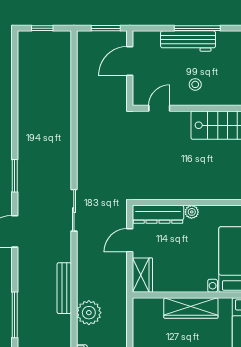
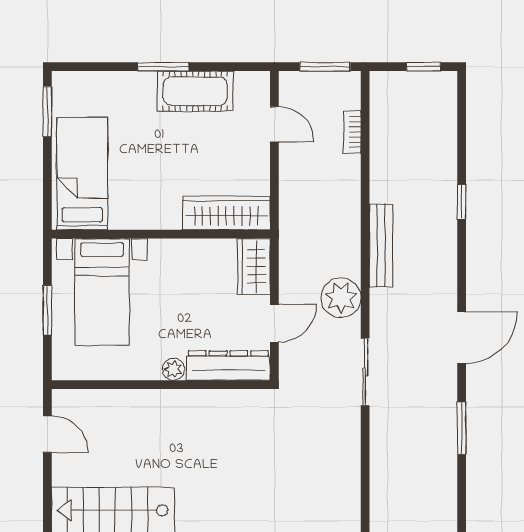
wardrobe: (191, 308) -> (226, 213), moved
plant: (89, 313) -> (341, 298), moved
window: (15, 315) -> (462, 202), width x0.46

